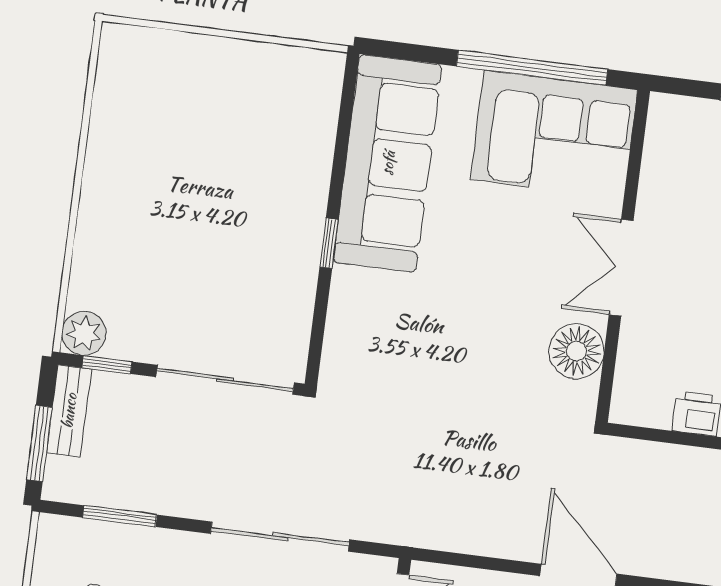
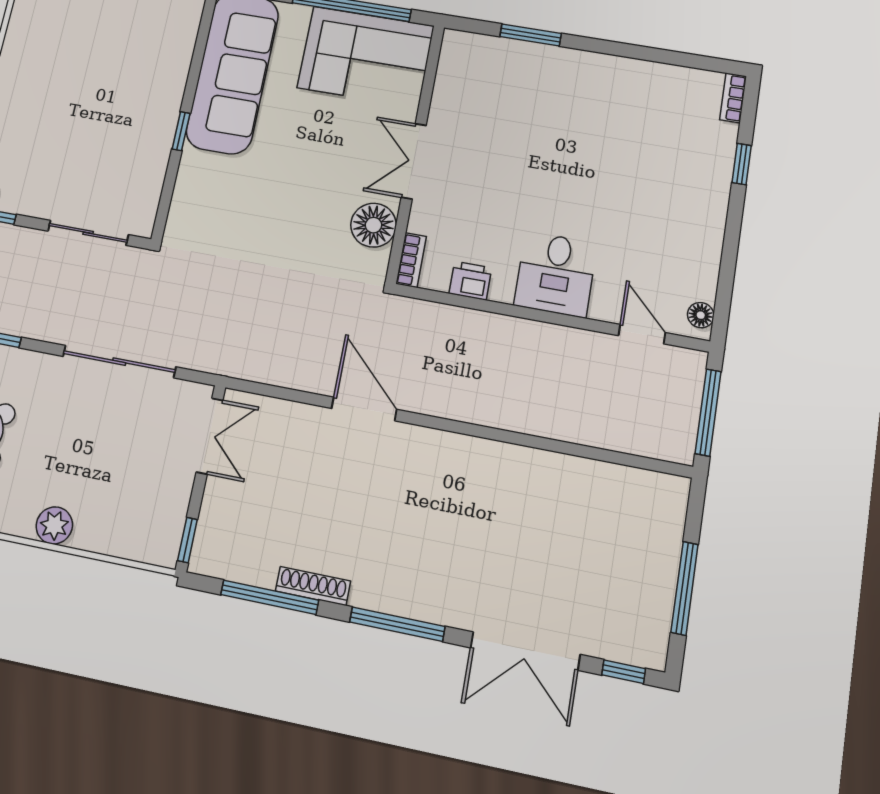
sliding door: (225, 380) -> (88, 233), width x0.73
bookcase: (625, 392) -> (411, 260), added

